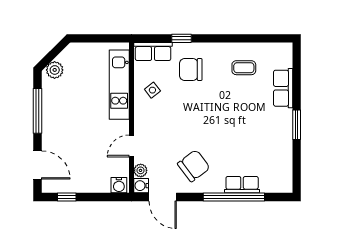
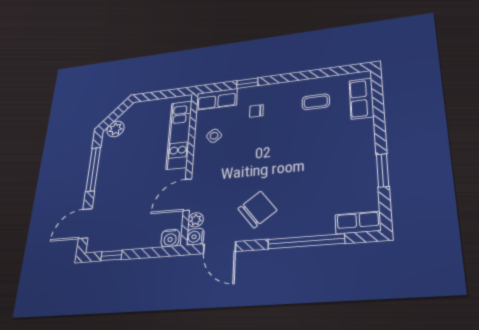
chair: (191, 69) -> (256, 111), width x0.54, depth x0.54
row of seats: (283, 88) -> (361, 99), moved
window: (297, 125) -> (383, 170), moved
door: (131, 146) -> (187, 195), width x1.38
door: (38, 165) -> (85, 224), swing flipped
row of seats: (242, 185) -> (358, 223), moved

